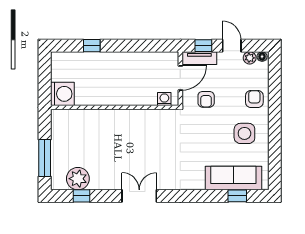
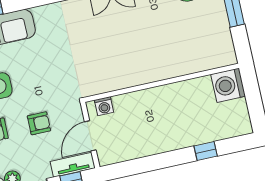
armchair: (206, 99) -> (39, 123), moved, turned 90

